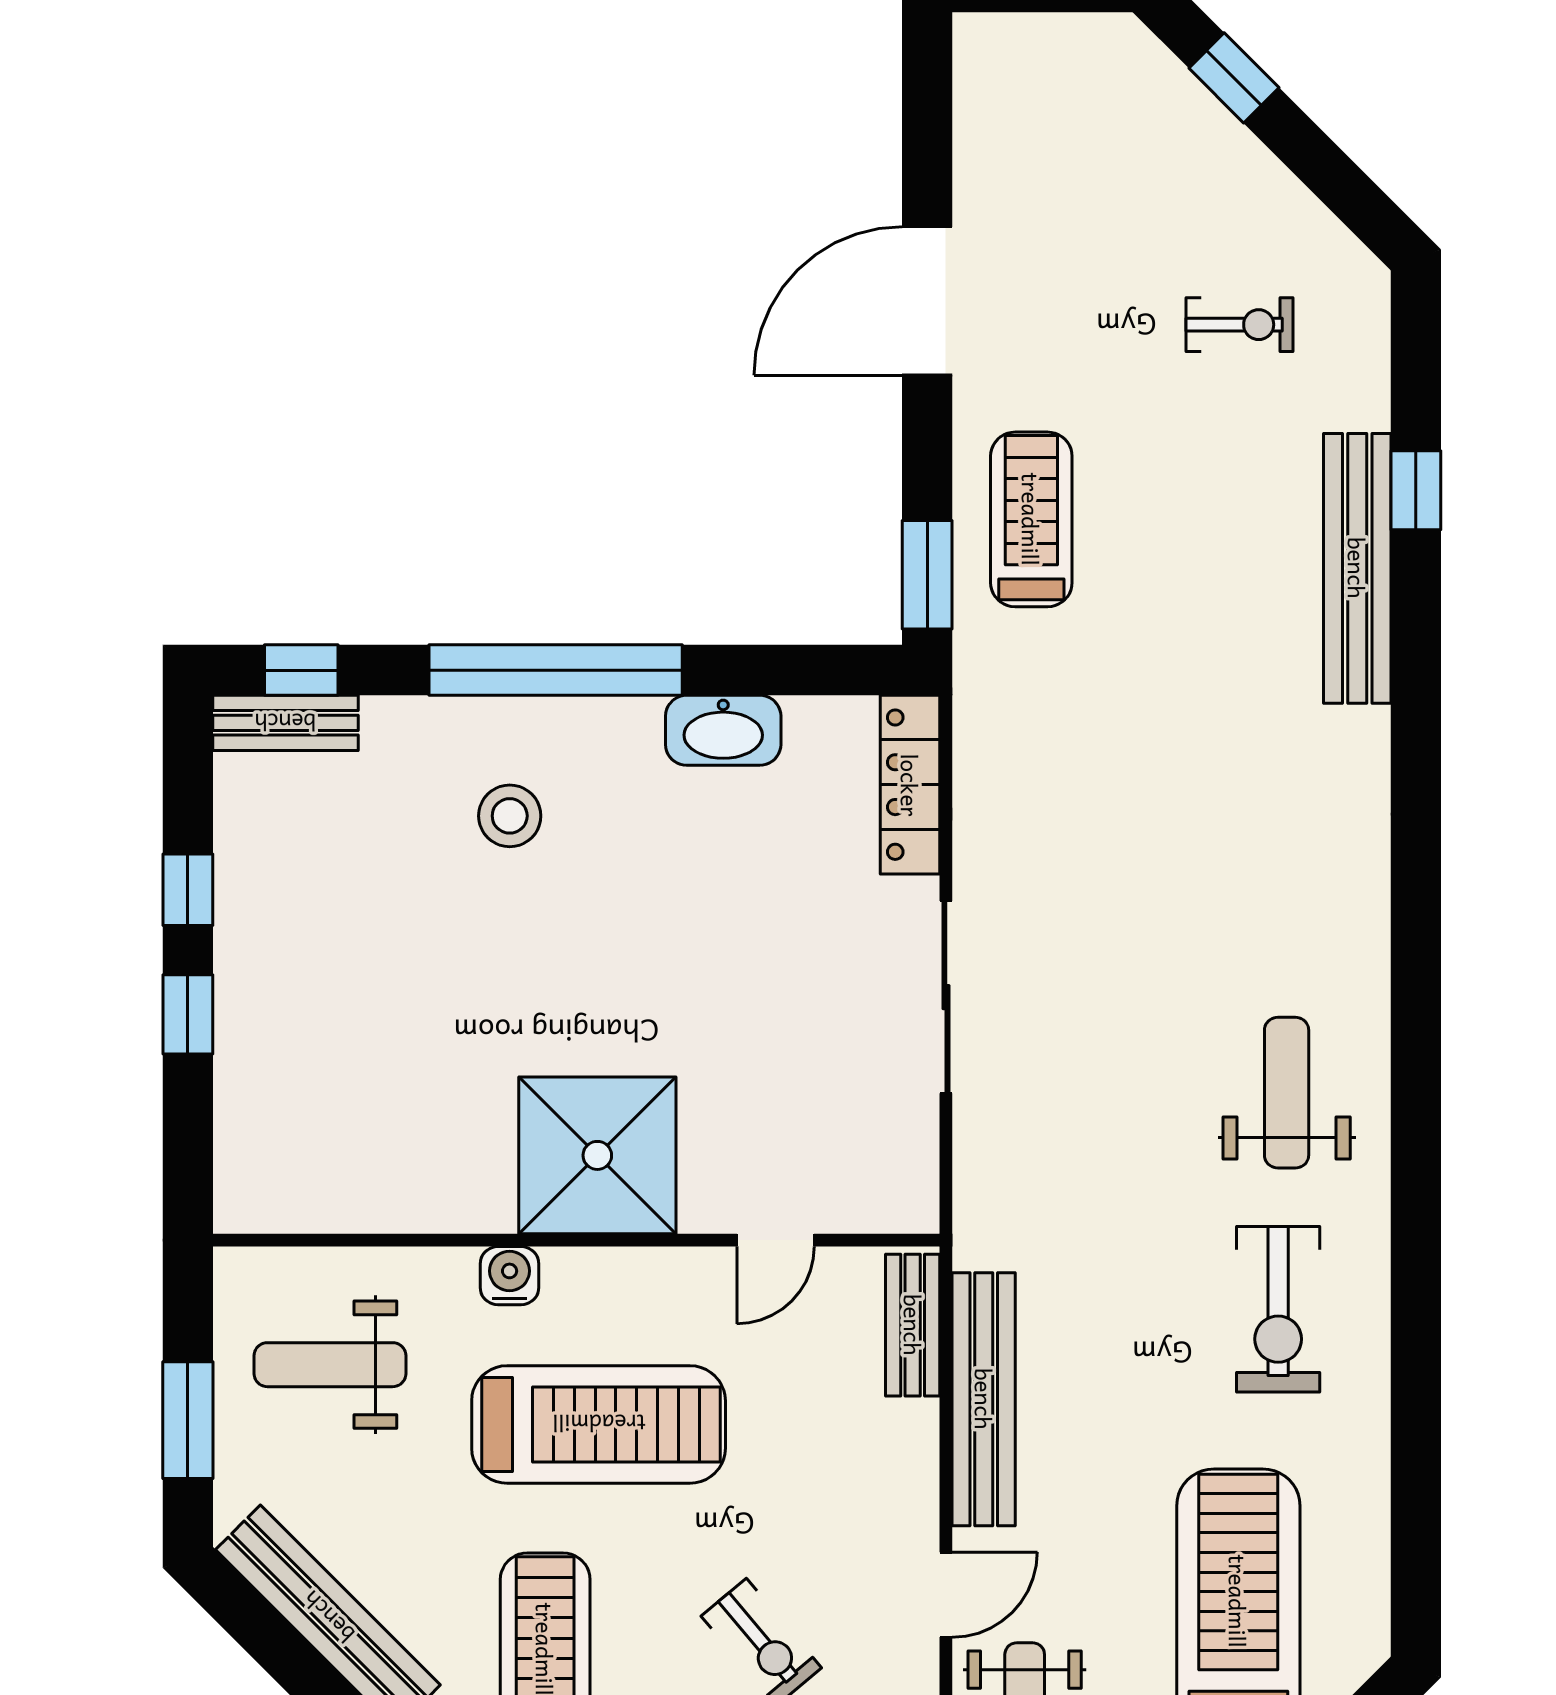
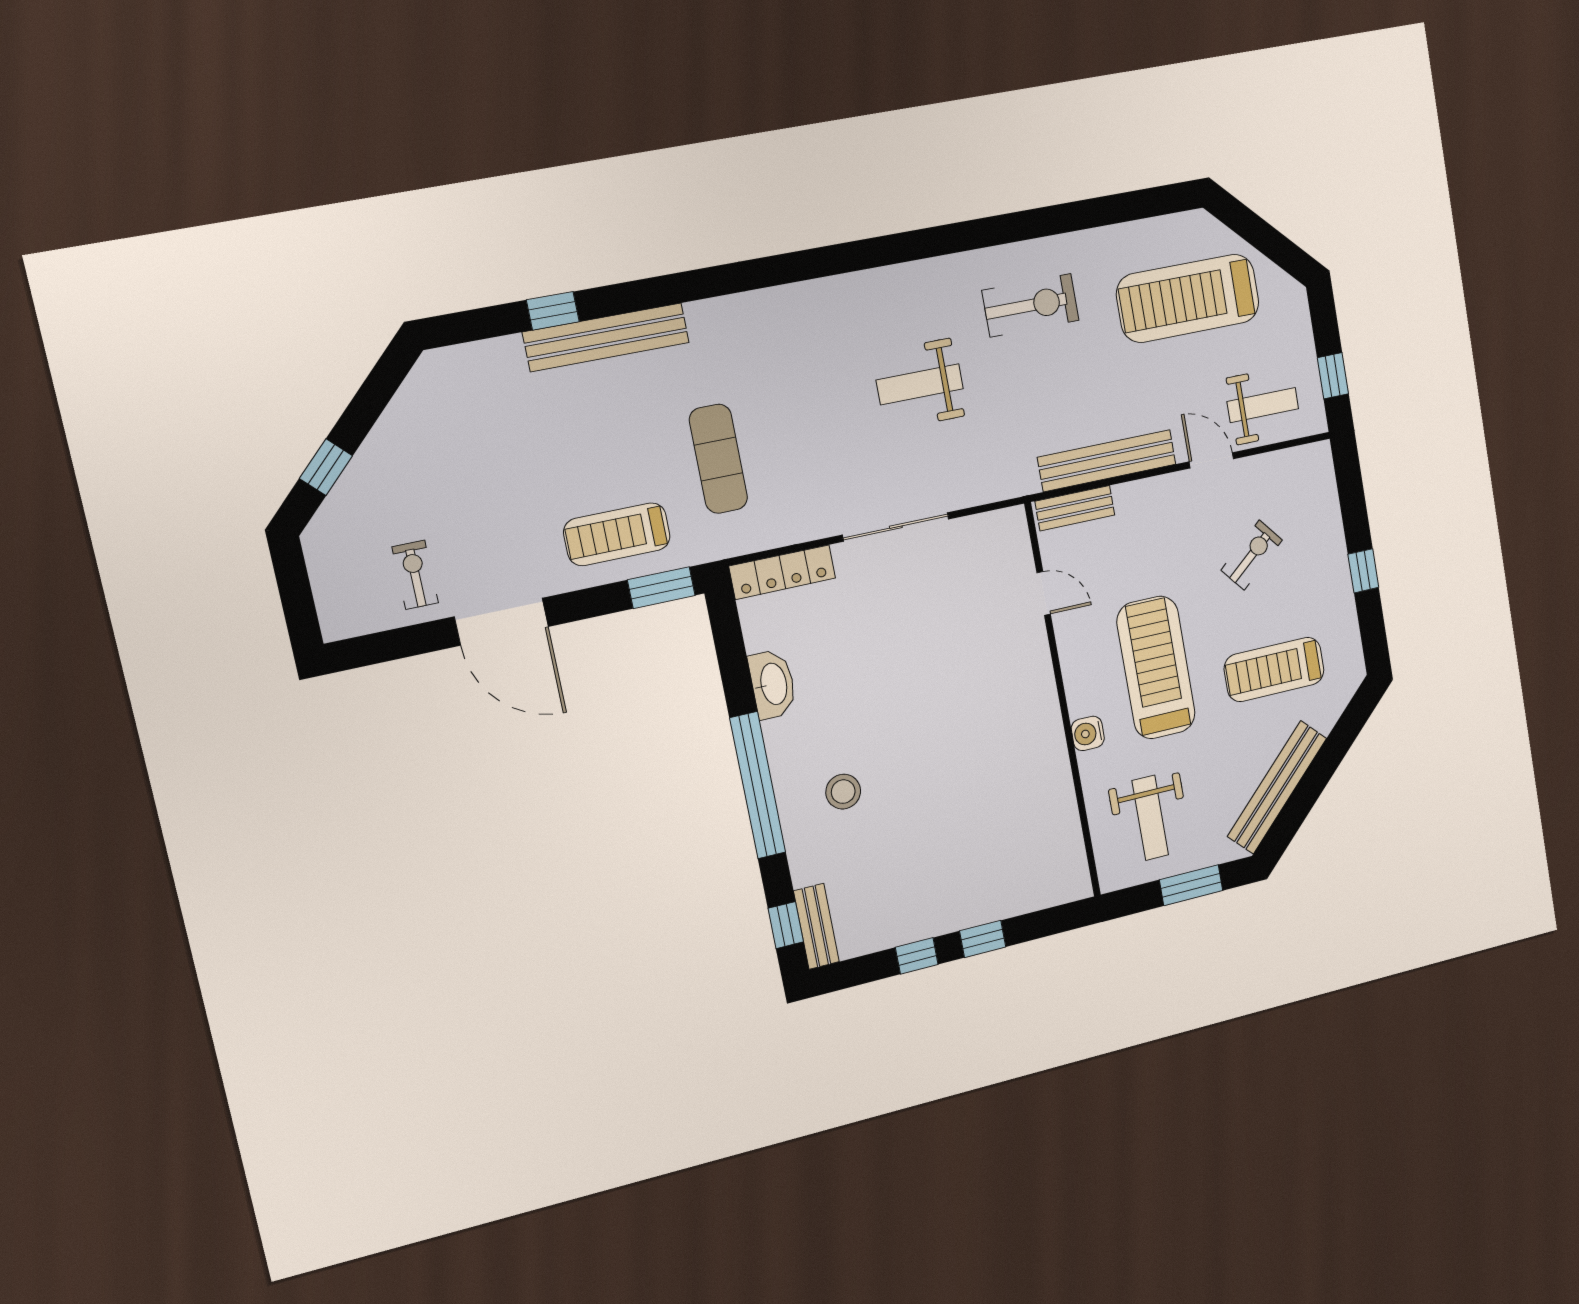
exercise bike: (1239, 325) -> (415, 575), moved
exercise mat: (1122, 714) -> (718, 459), added
weight bench: (1287, 1093) -> (920, 384), moved
shower: (597, 1155) -> (1016, 701), removed

